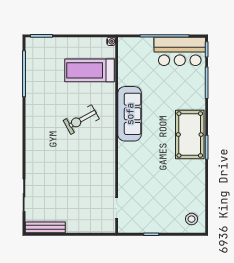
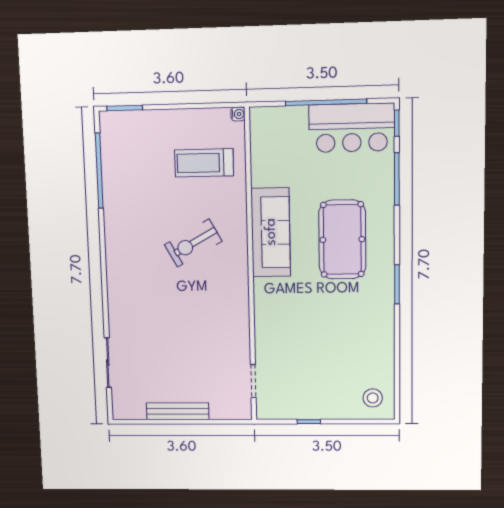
treadmill: (89, 70) -> (204, 163), width x0.73, depth x0.73
pool table: (190, 135) -> (342, 240), moved
bench: (45, 227) -> (178, 411), moved

